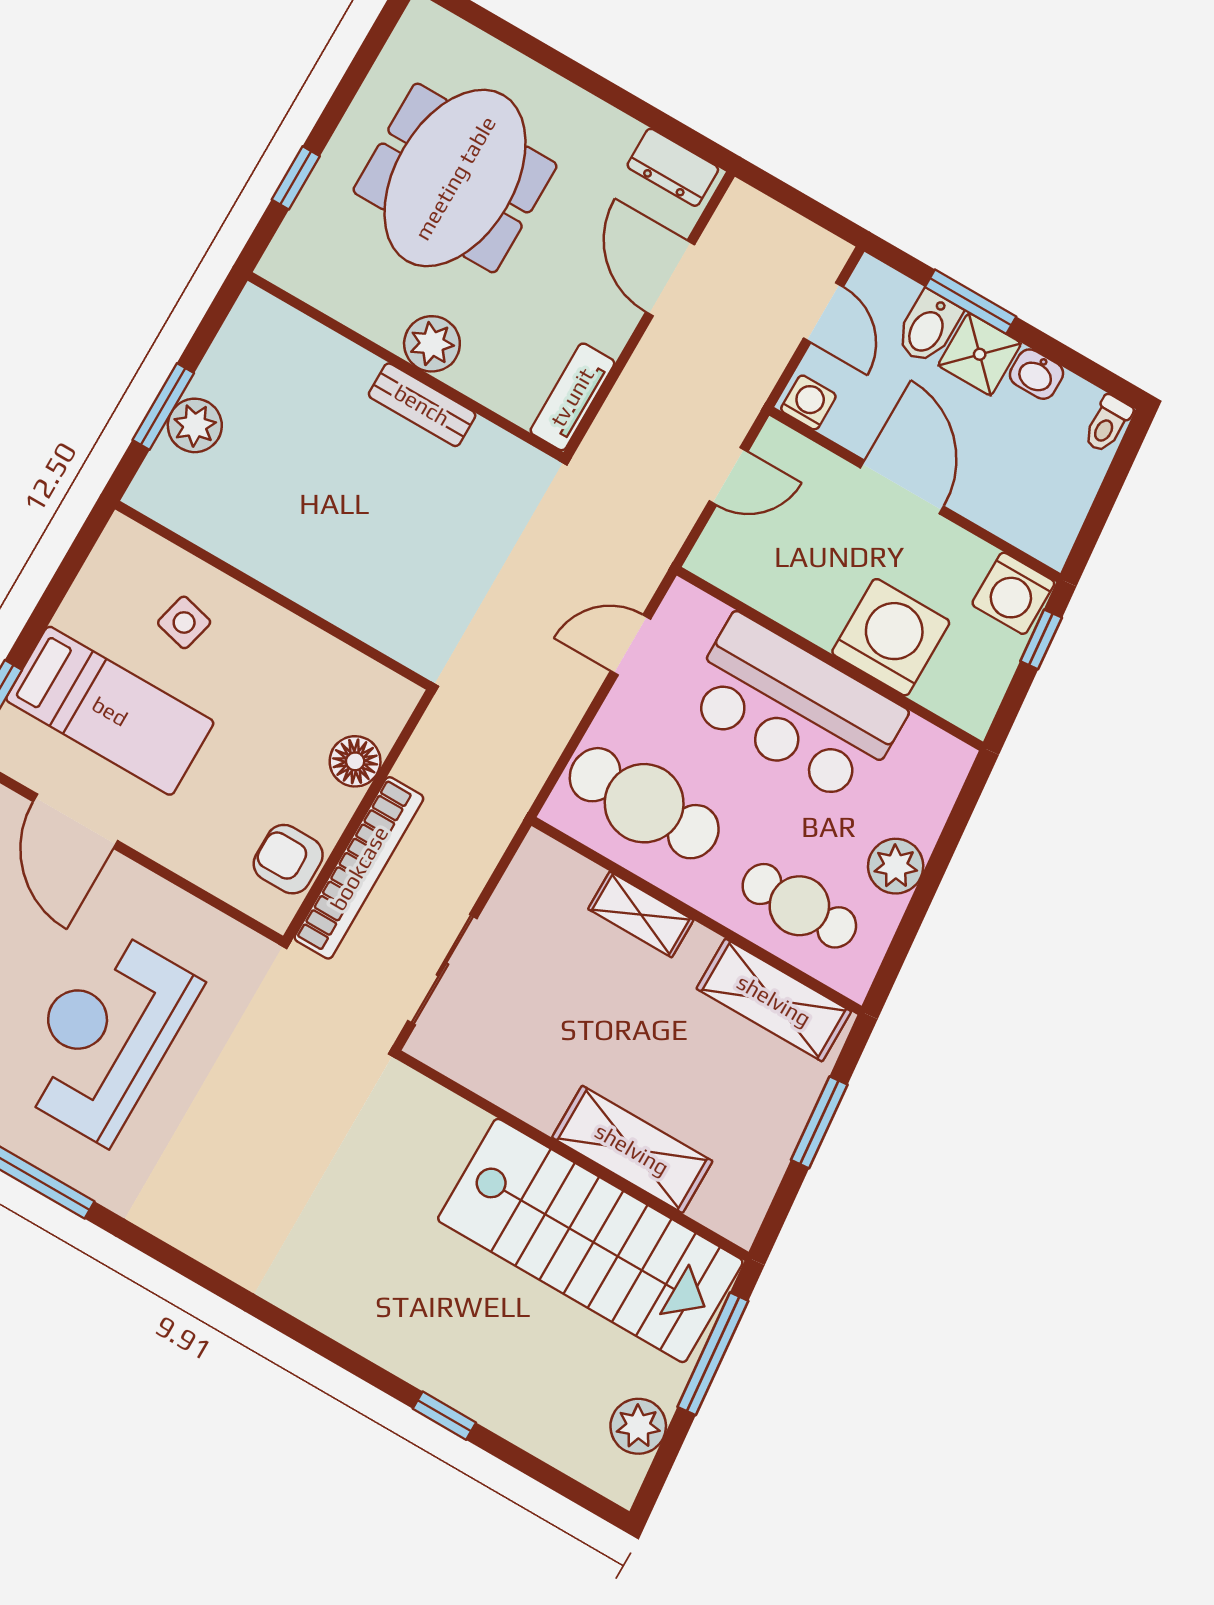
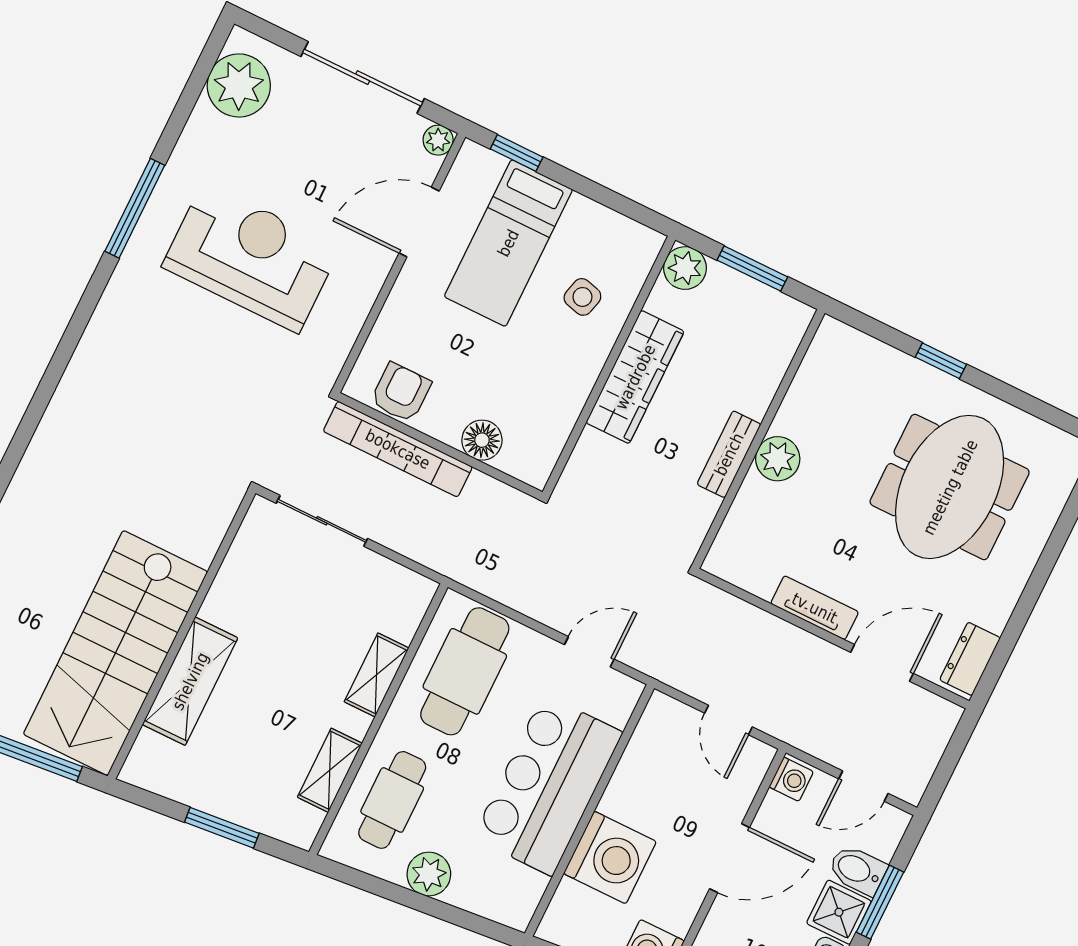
meeting table: (455, 178) -> (950, 487), turned 90
plant: (432, 344) -> (778, 459), moved
wall: (406, 366) -> (758, 439), moved
tv unit: (572, 397) -> (815, 608), moved
bench: (422, 405) -> (729, 454), moved
plant: (195, 425) -> (685, 268), moved
wardrobe: (289, 564) -> (635, 377), added
door: (630, 645) -> (589, 652), hinge flipped
shelving: (774, 1000) -> (330, 770), width x0.67, depth x0.75

